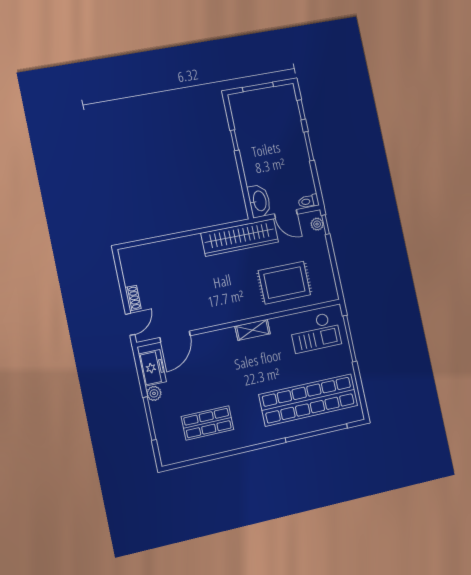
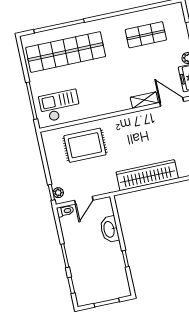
washbasin: (259, 201) -> (109, 229), moved
door: (286, 214) -> (84, 200), swing flipped
wardrobe: (240, 238) -> (147, 175), moved
shelving: (253, 330) -> (144, 100), moved
door: (175, 337) -> (172, 102), hinge flipped

